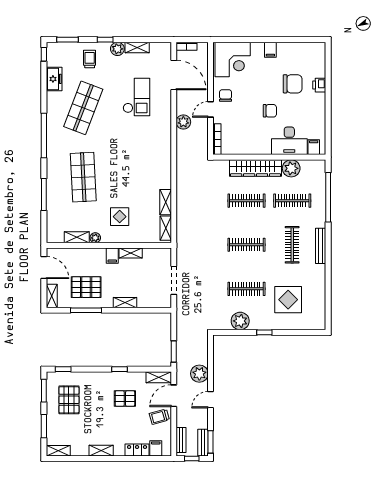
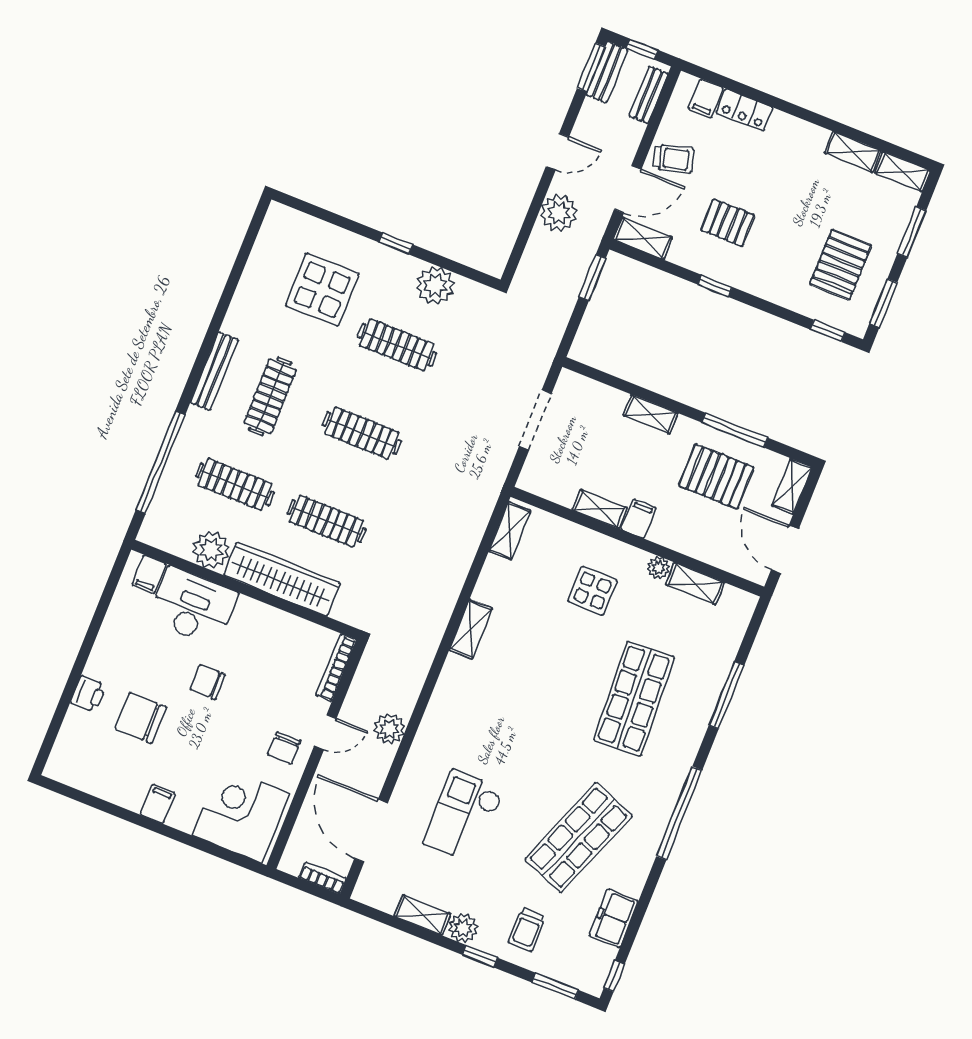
shelving: (166, 202) -> (471, 629), moved
shelving: (101, 451) -> (853, 152), moved

